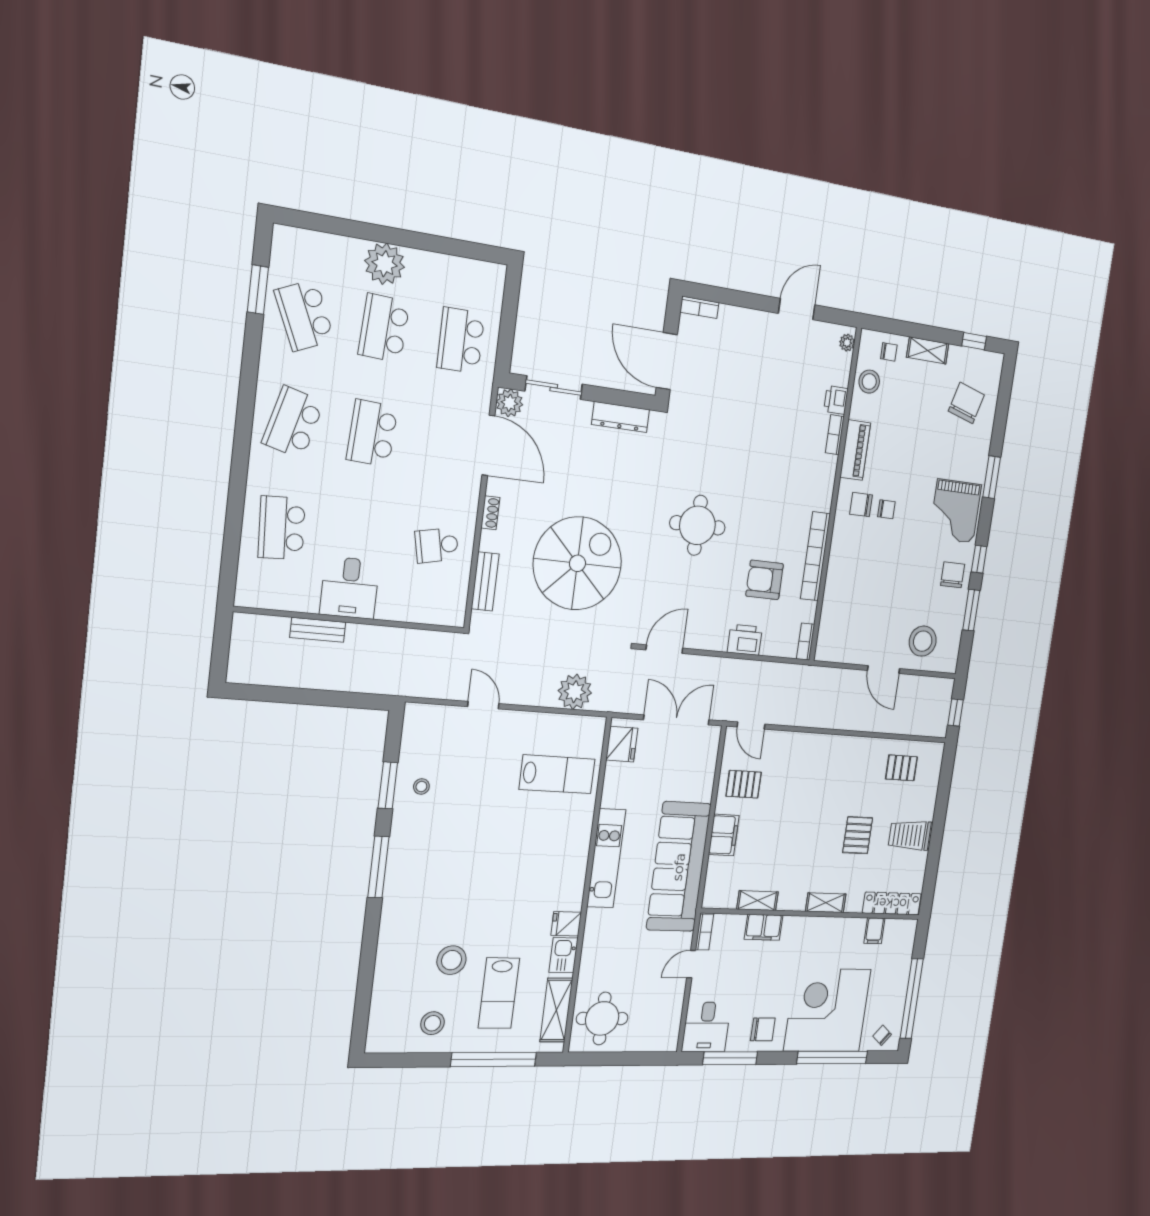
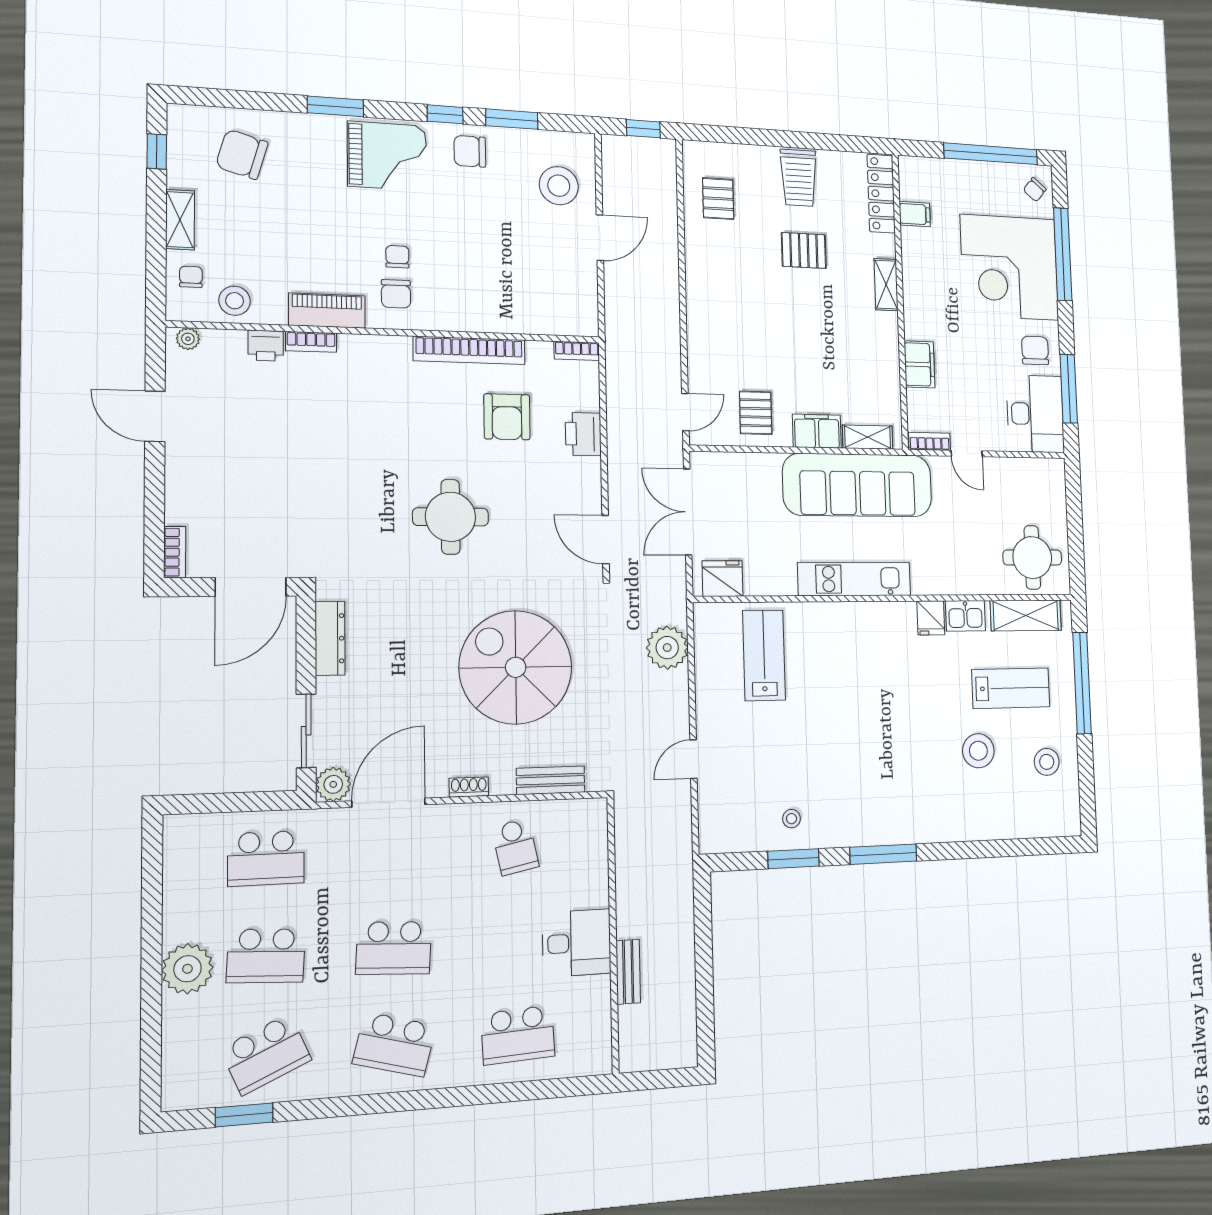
shelving: (757, 901) -> (868, 437), moved, turned 90
desk: (706, 1027) -> (1035, 414), width x1.37

